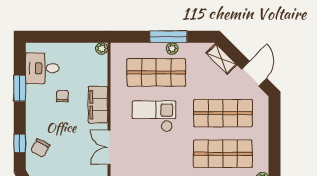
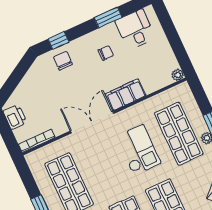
chair: (62, 96) -> (106, 53), moved
double door: (109, 147) -> (92, 122), width x1.37
chair: (40, 148) -> (63, 61), turned 62

